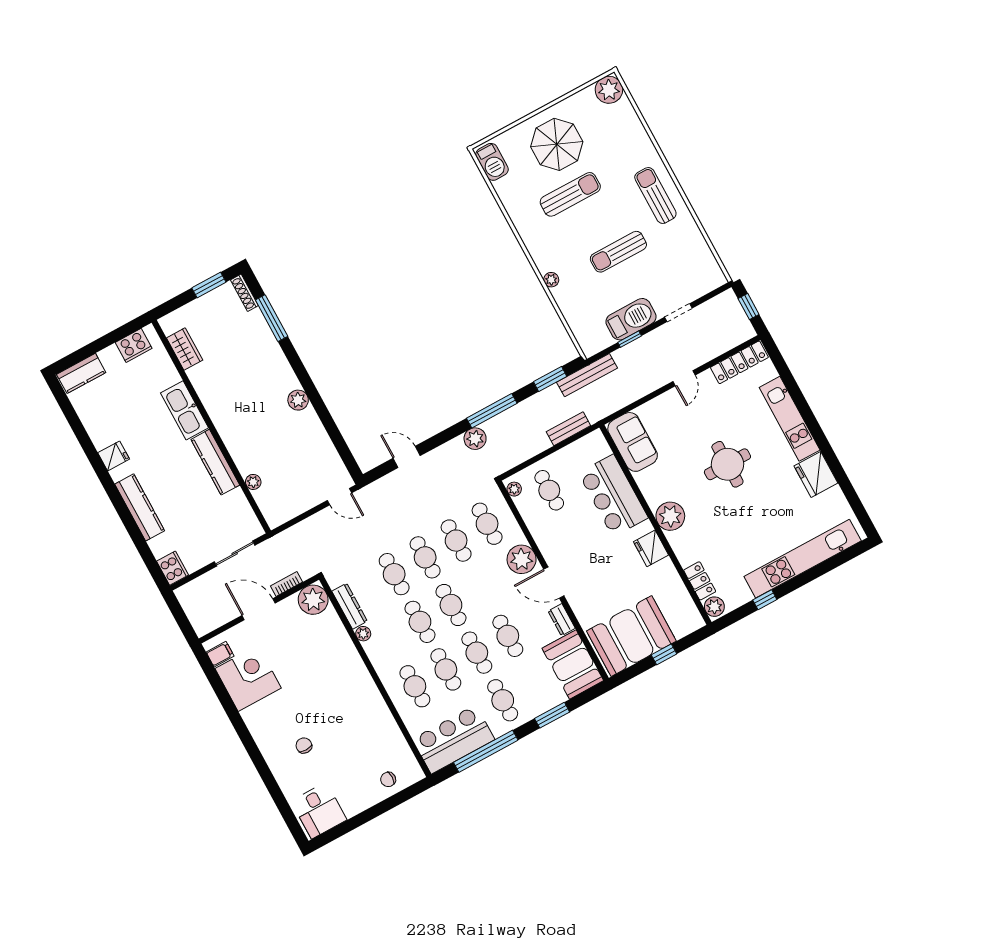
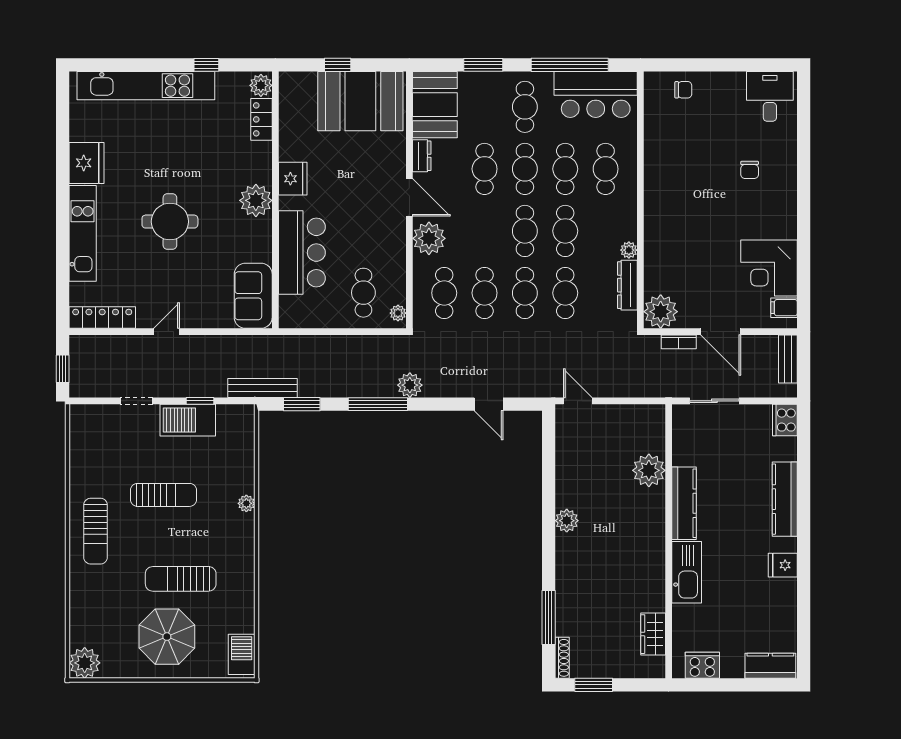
bench: (568, 429) -> (788, 359), moved, turned 90
plant: (253, 482) -> (649, 470), width x1.88, depth x1.88

